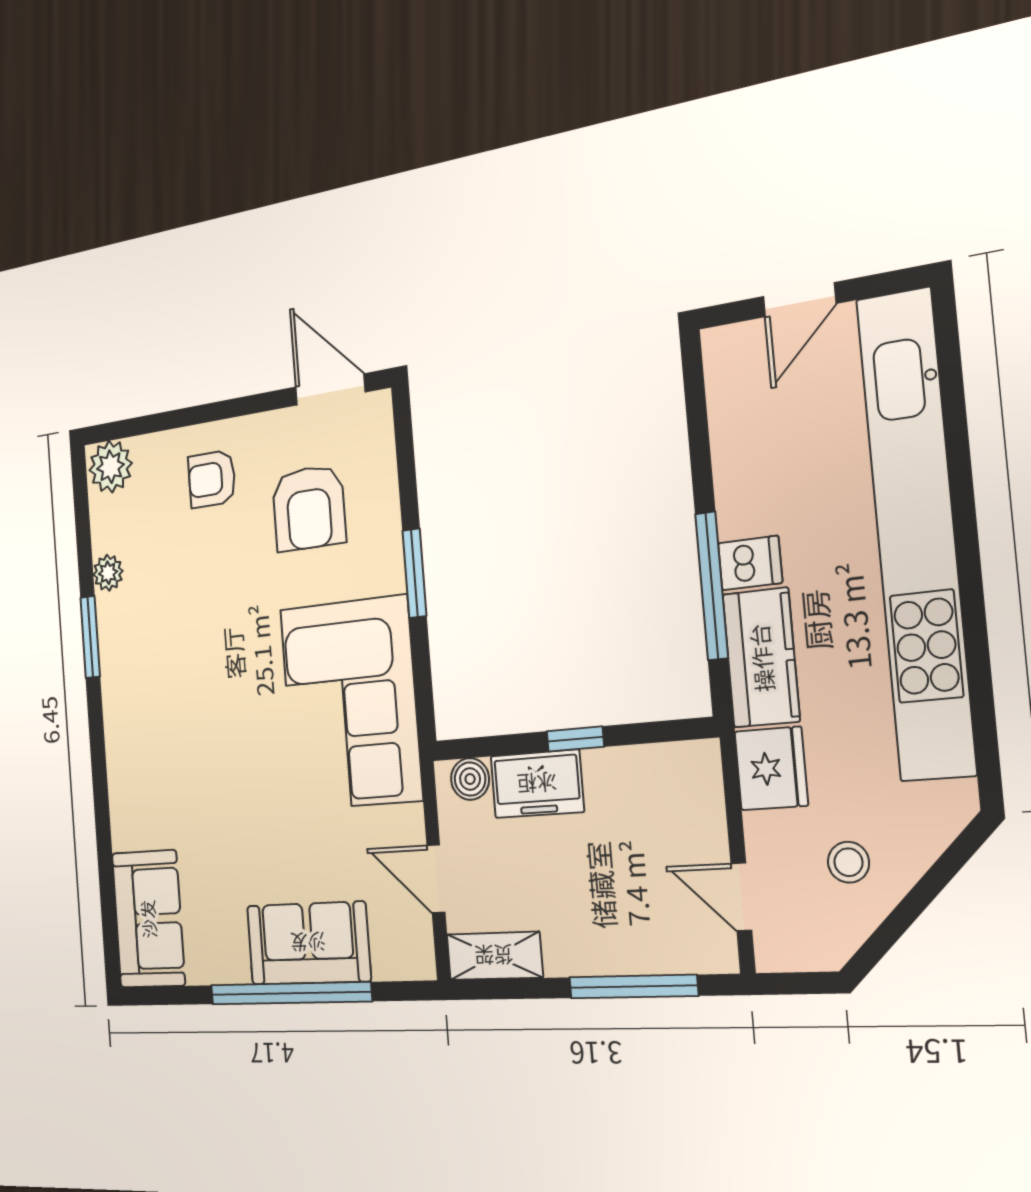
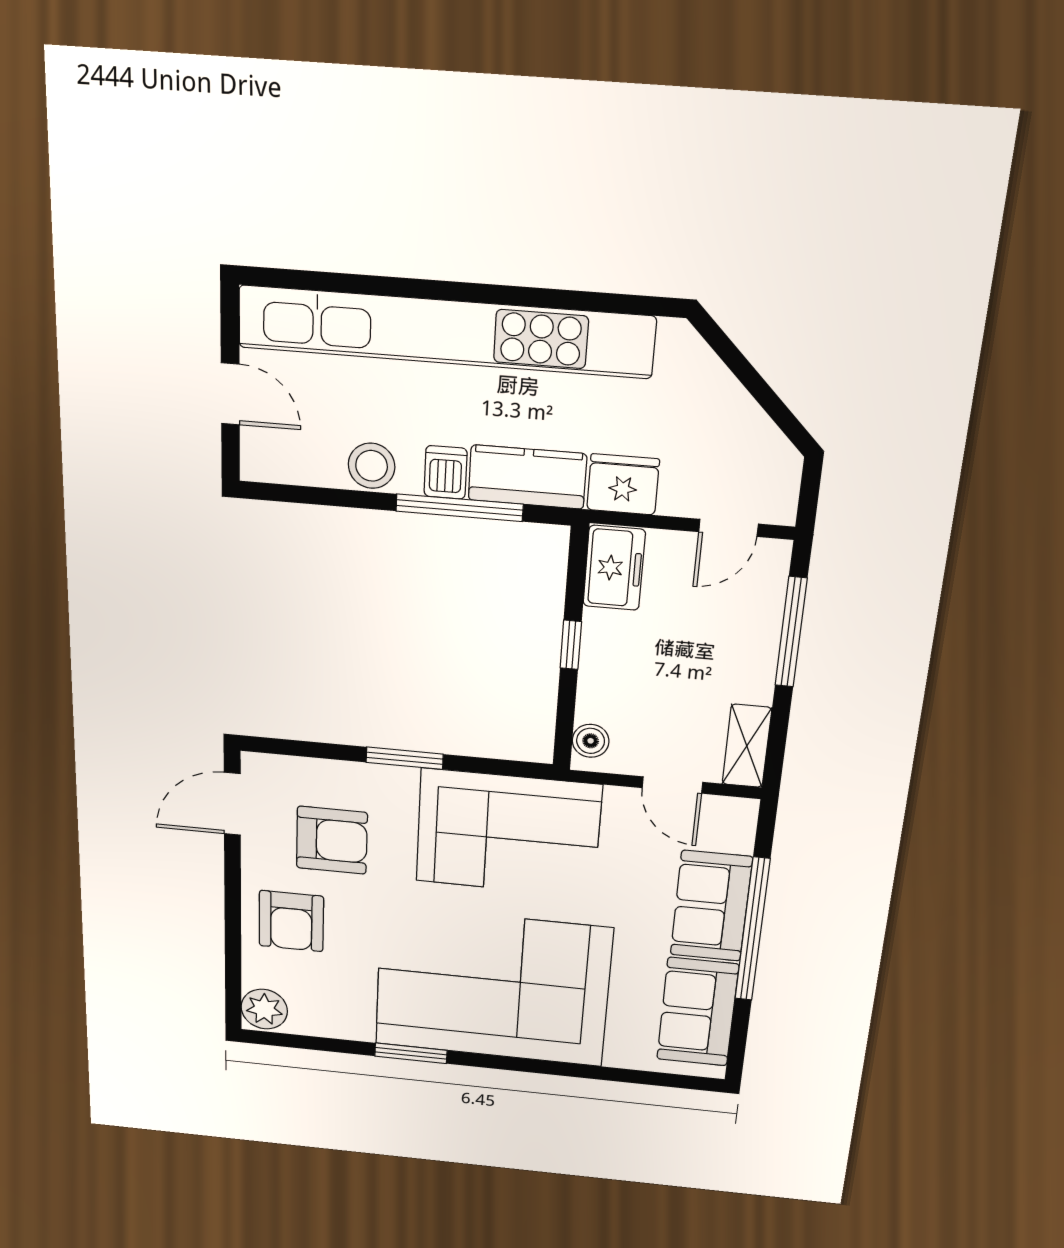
armchair: (212, 479) -> (291, 921), width x1.38, depth x1.38
plant: (108, 573) -> (357, 1027), removed
corner sofa: (178, 714) -> (492, 987), added
freezer: (537, 784) -> (614, 568), moved
stool: (848, 862) -> (372, 466), moved, width x1.37, depth x1.37
door: (436, 879) -> (672, 785), hinge flipped
sofa: (148, 919) -> (698, 1012), moved, turned -90

